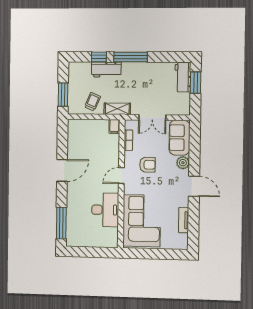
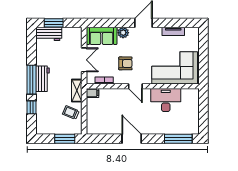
workbench: (106, 69) -> (42, 79), moved
armchair: (147, 165) -> (125, 63), turned 90

